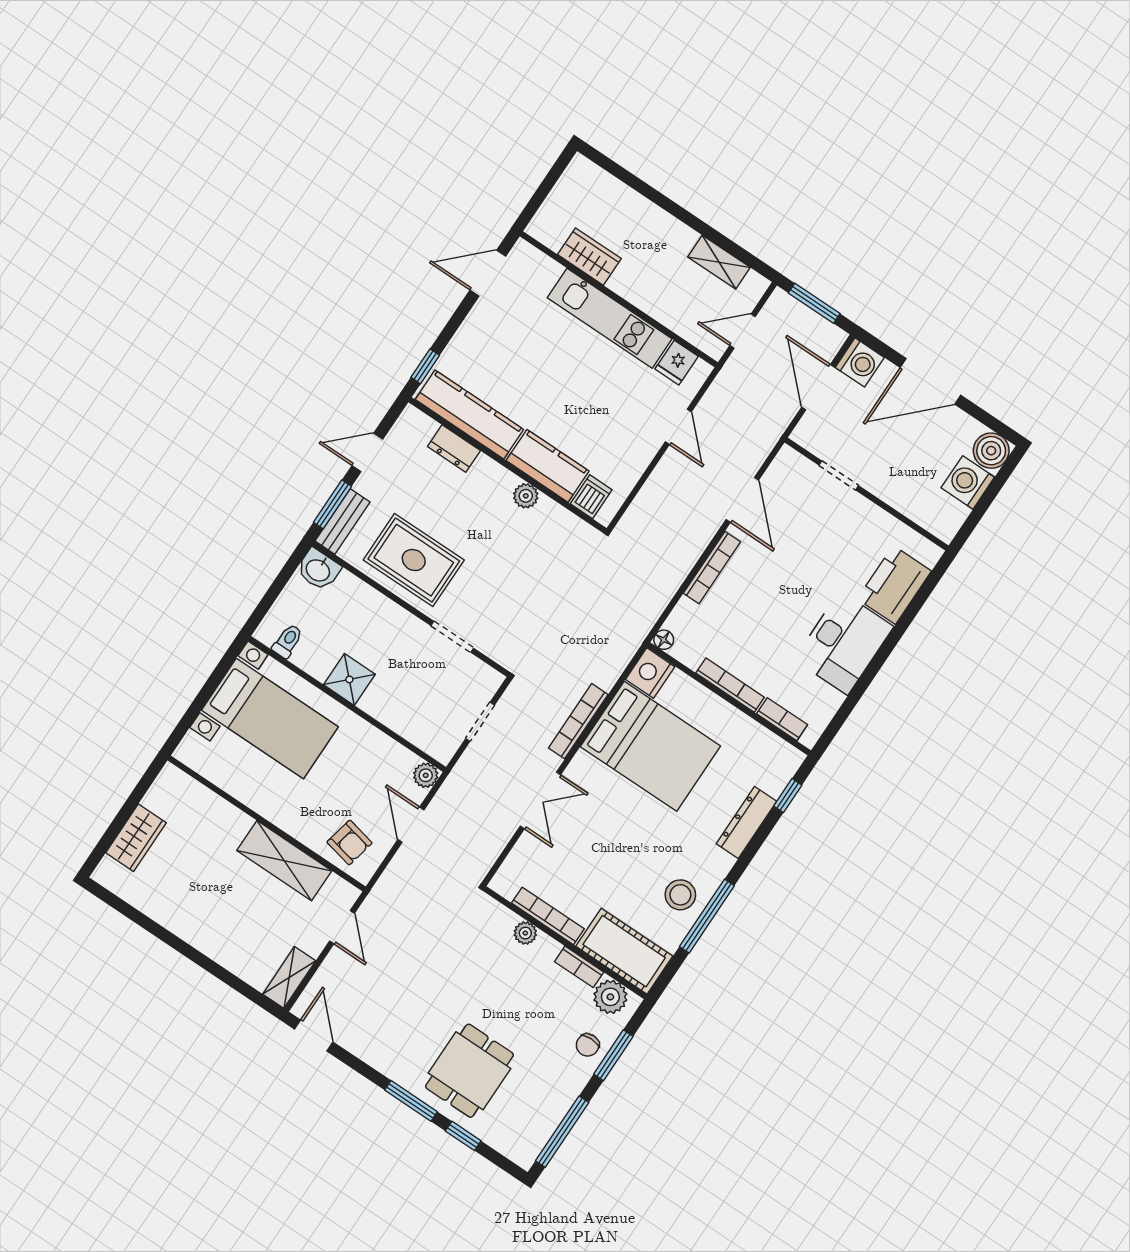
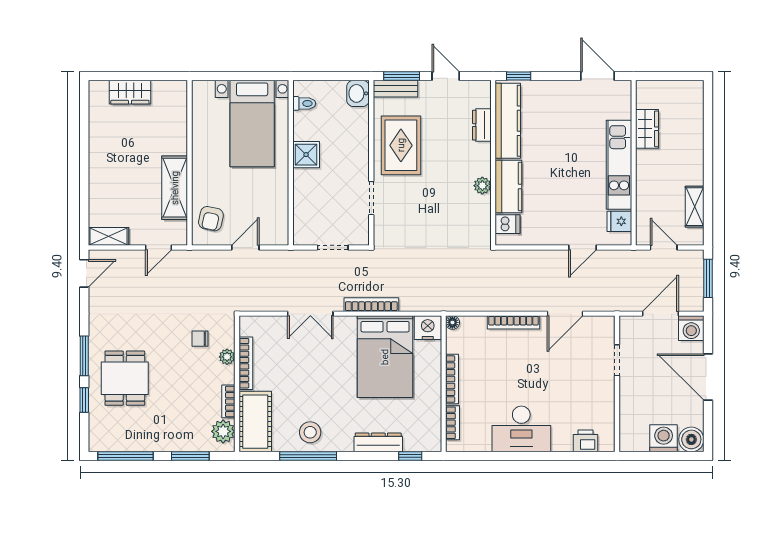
printer: (894, 585) -> (585, 441), width x0.53, depth x0.68
plant: (426, 775) -> (280, 237), removed
chair: (588, 1045) -> (200, 339), moved
dining table: (470, 1071) -> (125, 378), turned 90

